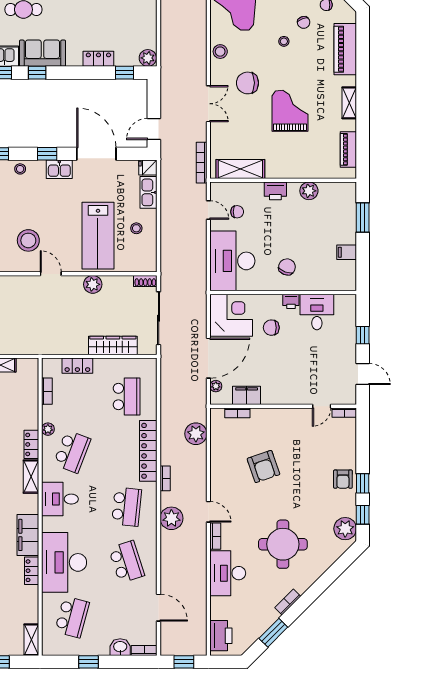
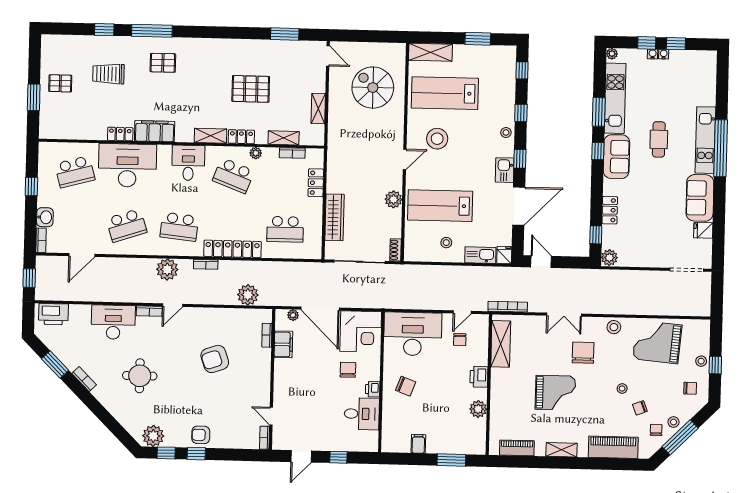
round table: (283, 544) -> (140, 376), width x0.73, depth x0.73
school desk: (72, 617) -> (75, 172), turned -30
shelving: (31, 640) -> (284, 138), moved

